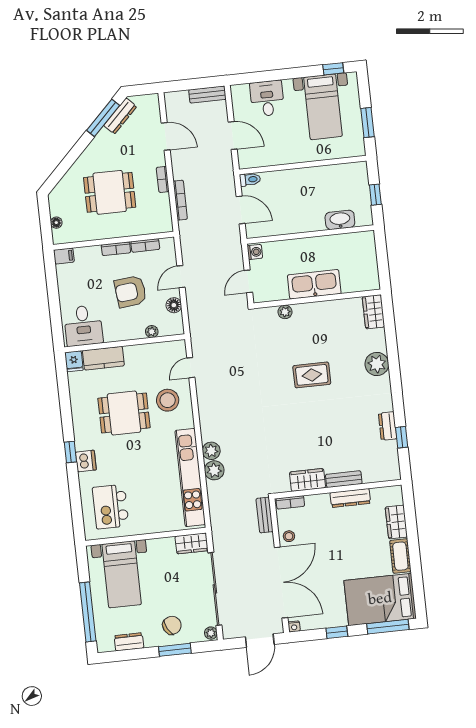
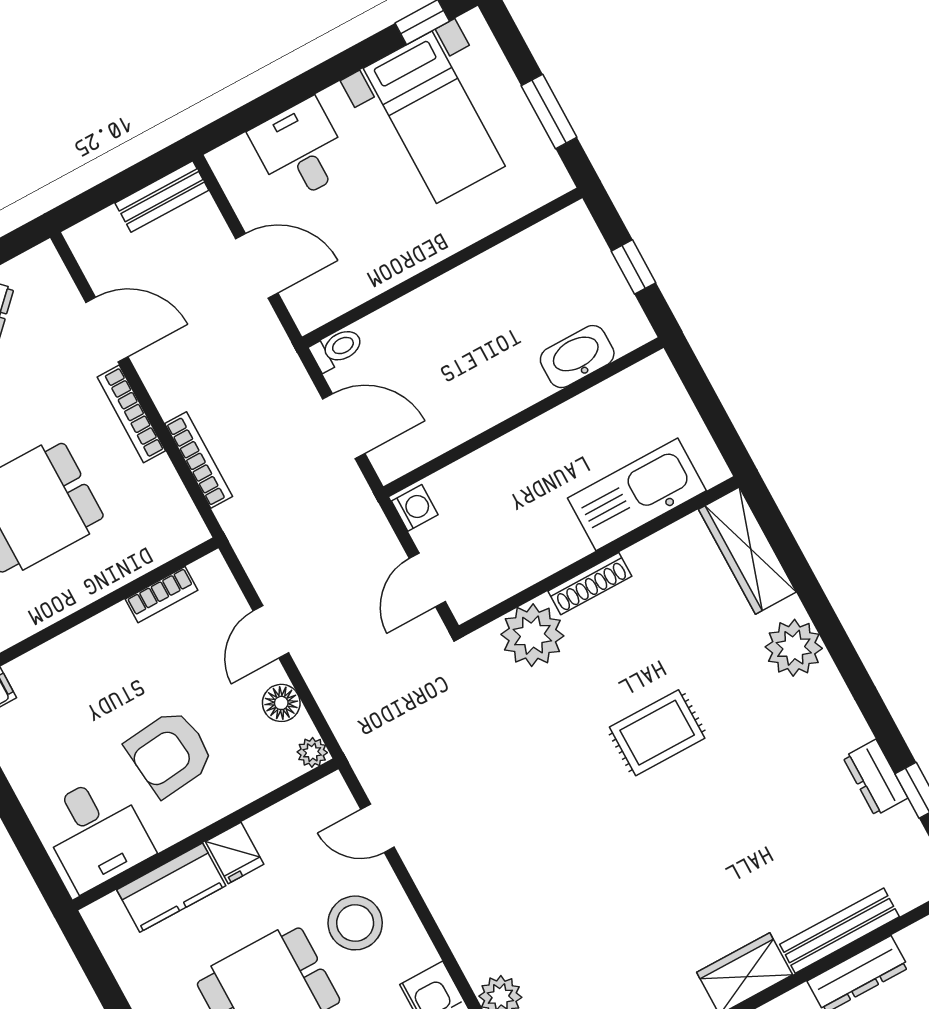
bookcase: (163, 179) -> (131, 414), width x1.56
bookcase: (116, 249) -> (98, 629), removed
kitchen sink: (314, 284) -> (637, 494), moved
armchair: (130, 292) -> (170, 753), moved
shoe rack: (309, 308) -> (590, 584), added
plant: (285, 312) -> (532, 635), width x1.88, depth x1.88
wardrobe: (373, 312) -> (747, 551), width x1.50
plant: (152, 332) -> (312, 752), moved
fridge: (74, 361) -> (235, 853), moved
door: (191, 368) -> (378, 828), hinge flipped
bench: (344, 479) -> (839, 931), width x1.36

